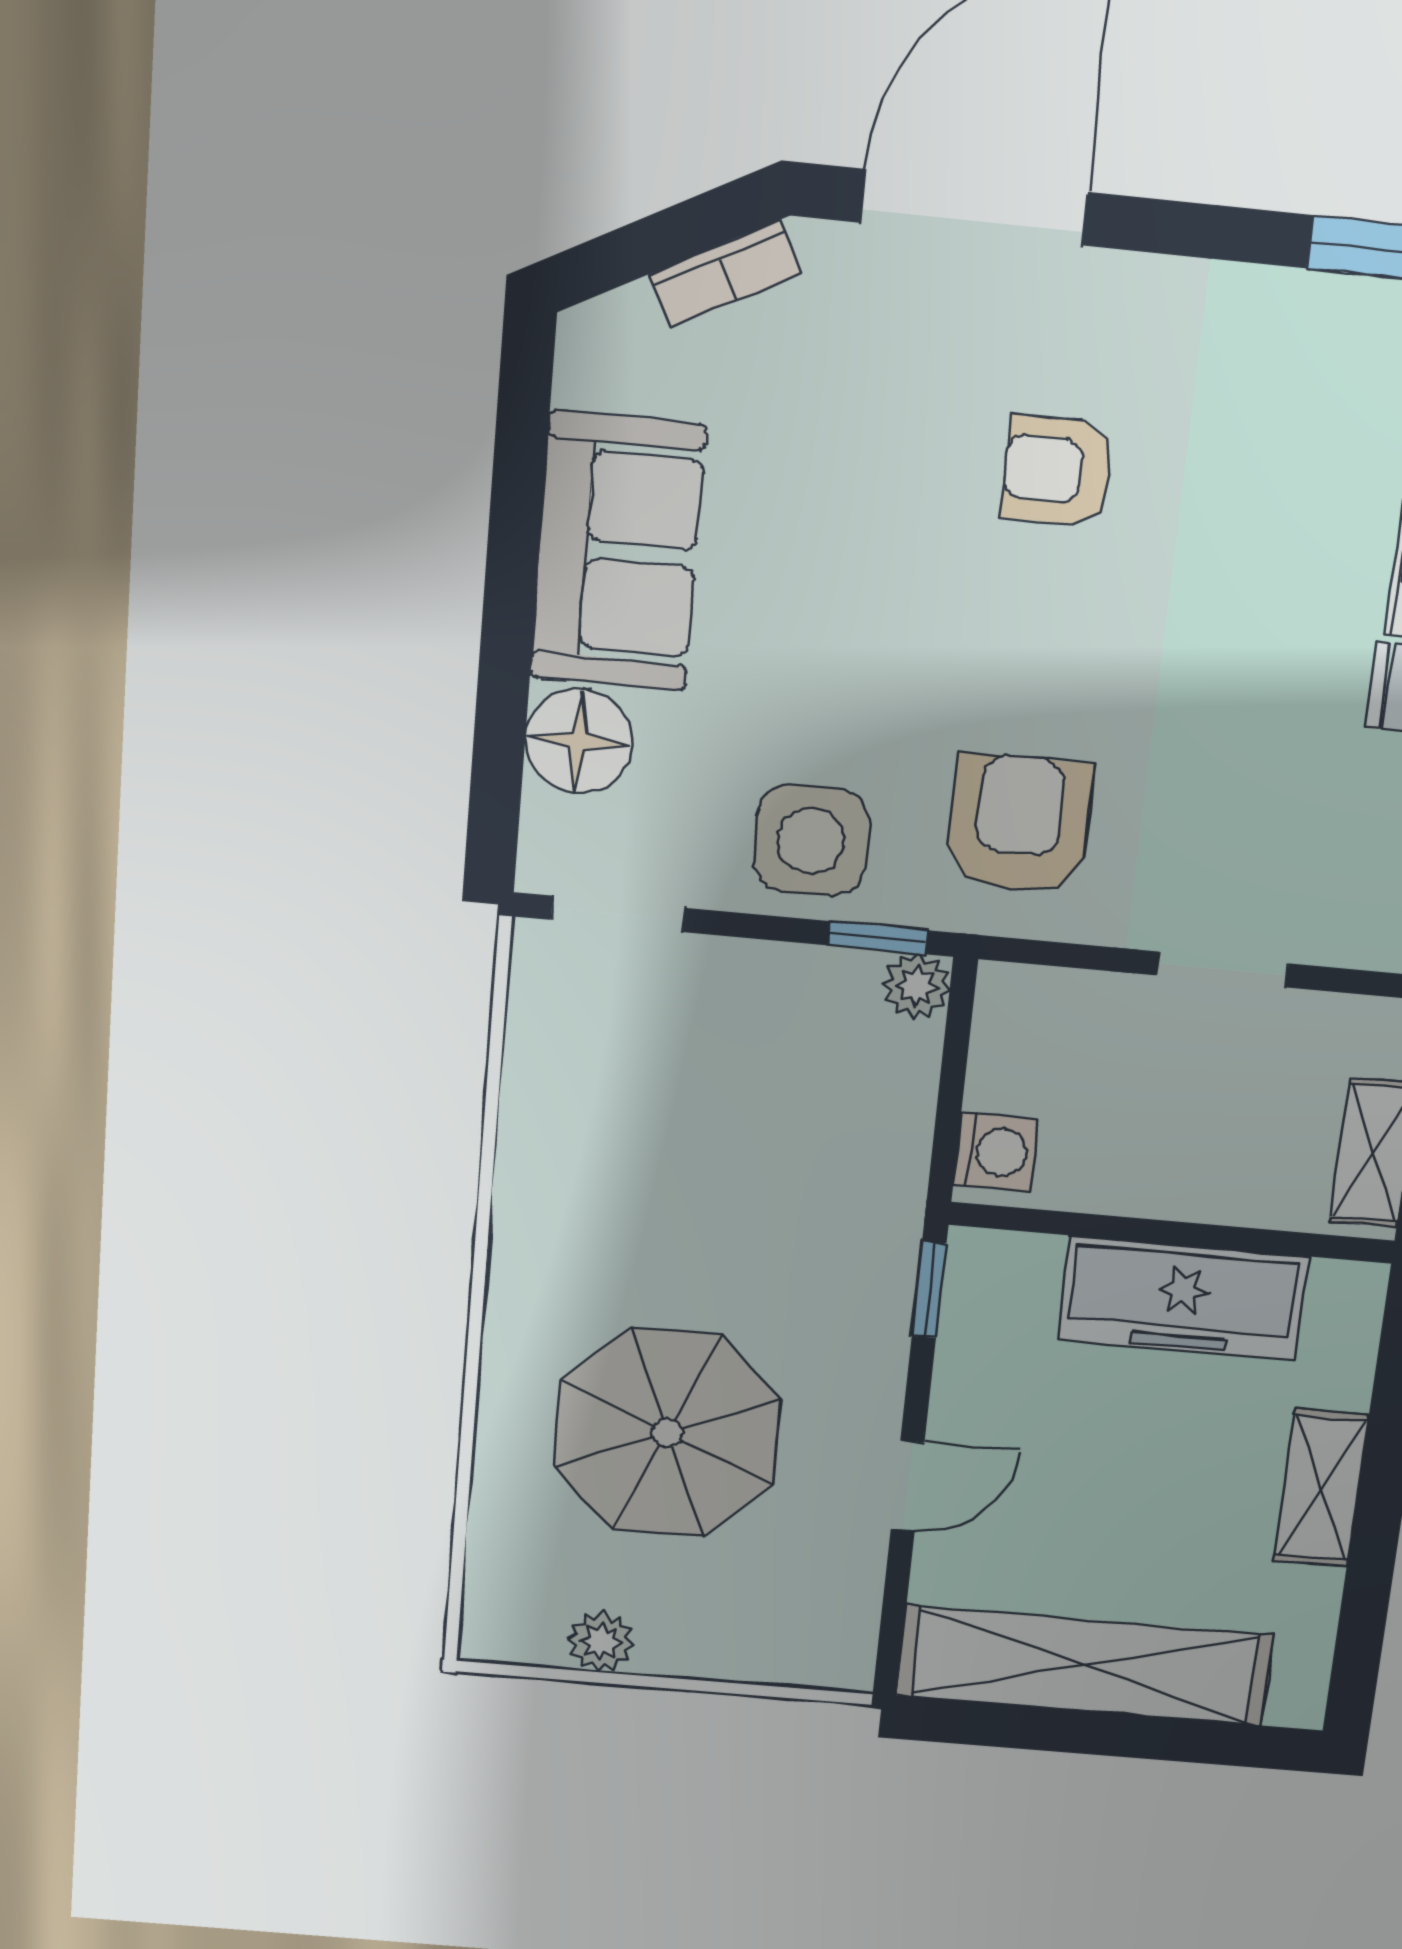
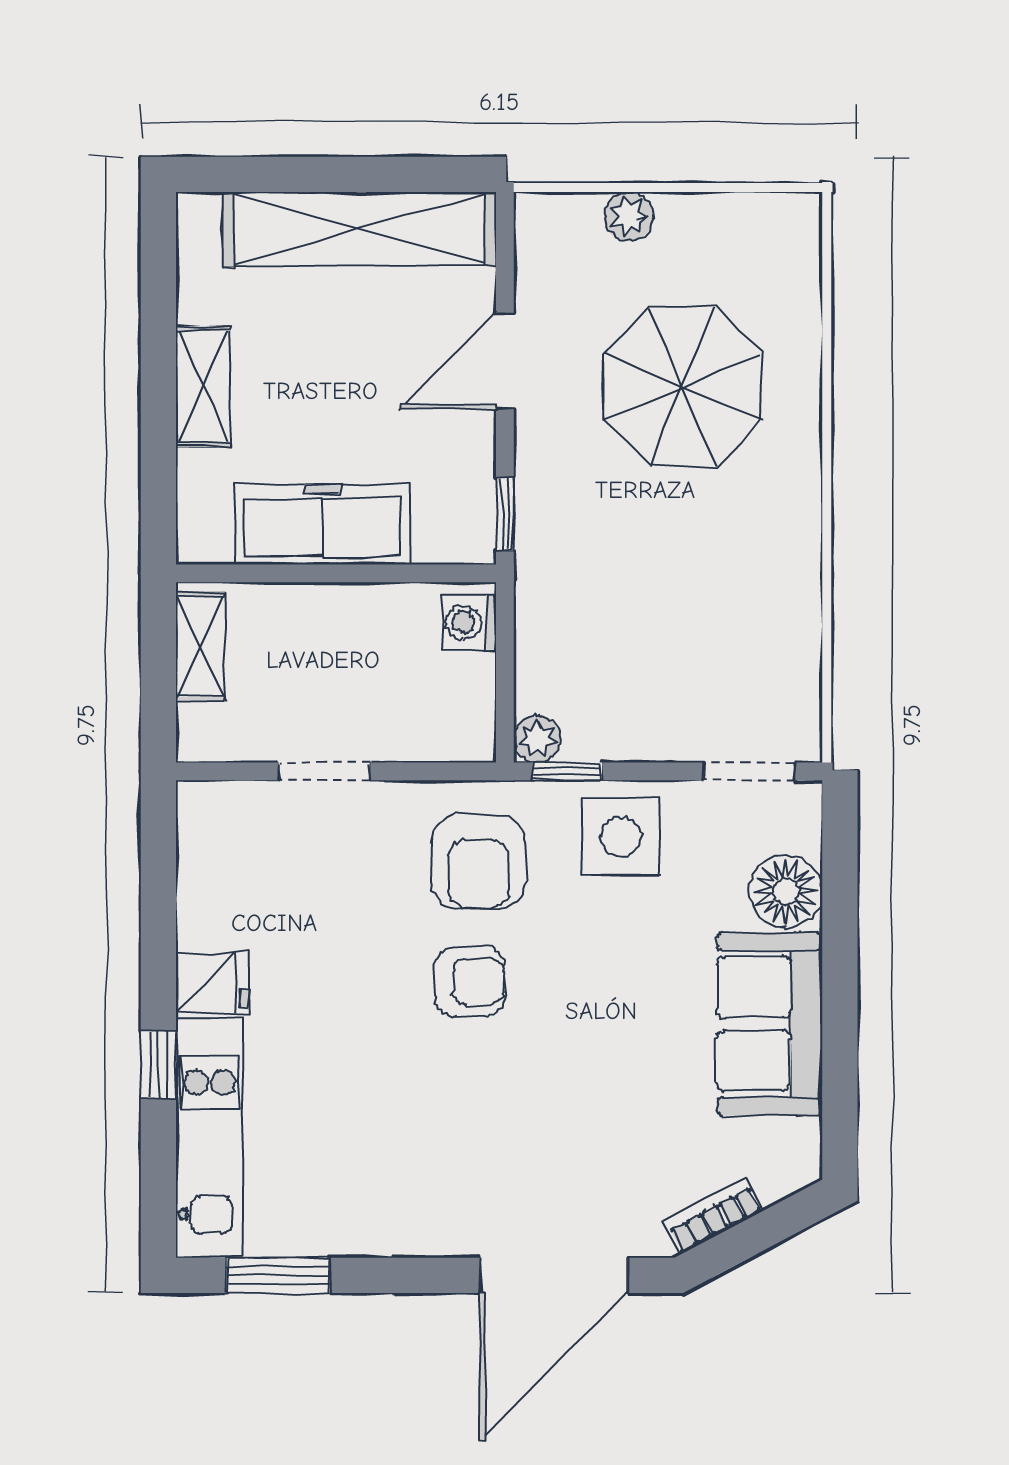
armchair: (1058, 470) -> (470, 981), moved
door: (907, 1486) -> (505, 361), width x1.38
plant: (601, 1642) -> (629, 216), moved

